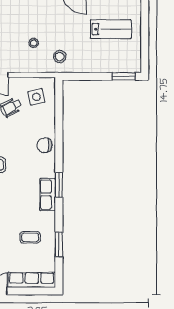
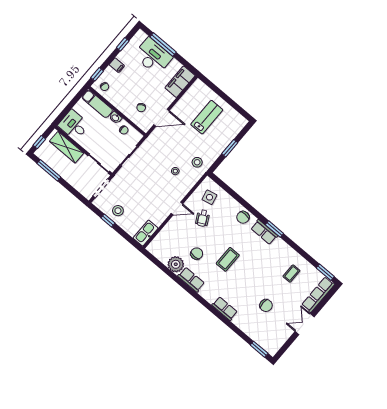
window: (124, 76) -> (230, 148), moved
row of seats: (48, 195) -> (264, 232), moved
window: (59, 244) -> (325, 272), moved

